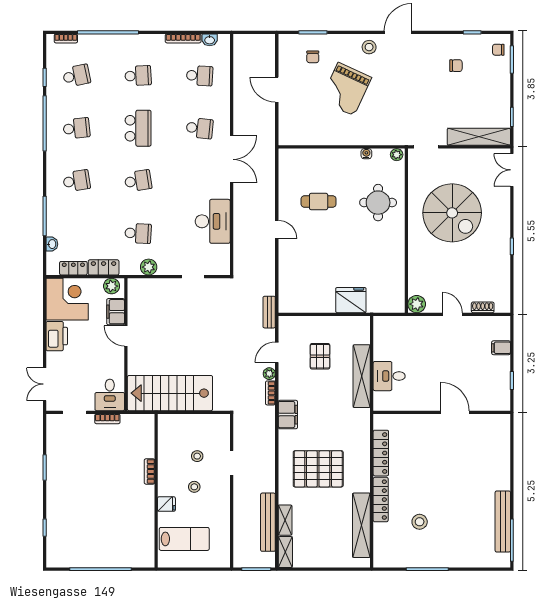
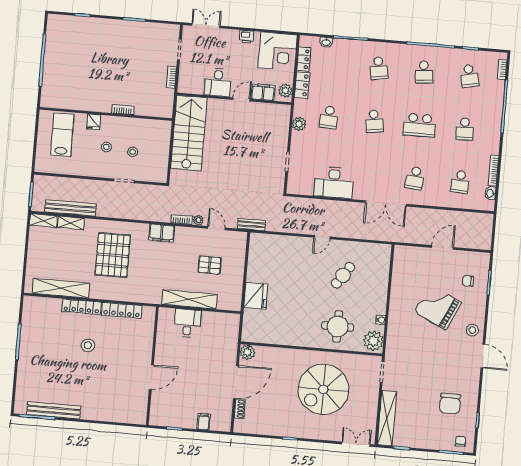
chair: (456, 66) -> (450, 404), width x1.87, depth x1.87
plant: (397, 155) -> (373, 341), width x1.88, depth x1.88
cafe table: (319, 201) -> (343, 275), turned 35
door: (452, 314) -> (236, 382), width x1.88
printer: (57, 336) -> (247, 37), width x0.53, depth x0.68
desk: (110, 395) -> (218, 82), moved, turned -90
stool: (420, 522) -> (88, 345), moved
lab bench: (184, 539) -> (62, 135), turned 180

